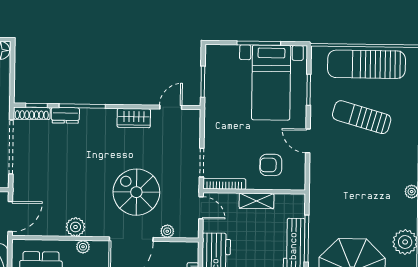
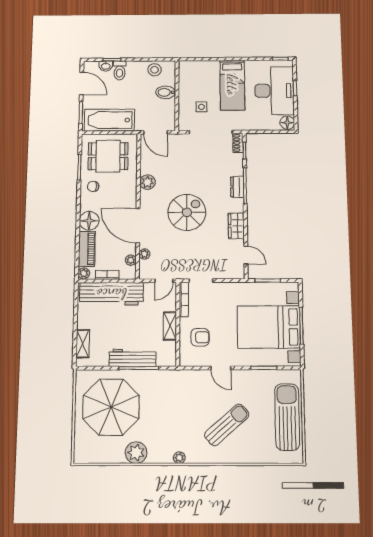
bed with nightstands: (271, 83) -> (269, 327), width x1.36
shoe rack: (32, 113) -> (238, 143), width x0.70
dresser: (65, 115) -> (237, 187), moved
sun lounger: (362, 117) -> (227, 425), moved, turned 33
door: (308, 141) -> (221, 368), swing flipped
armchair: (271, 165) -> (200, 337), turned 90
spiral stairs: (136, 192) -> (187, 212), moved
plant: (83, 247) -> (131, 260), moved

